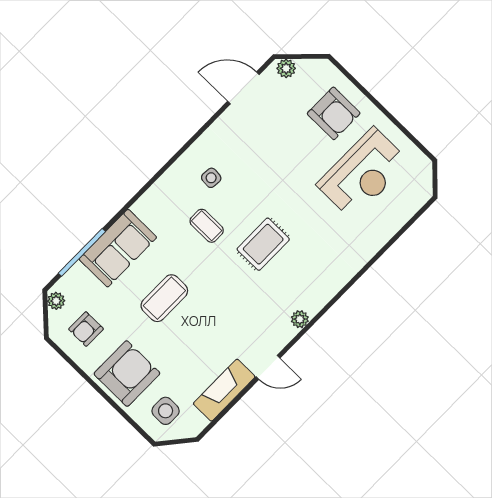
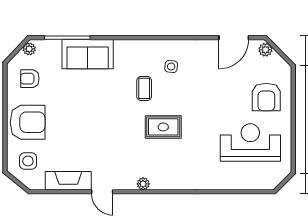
door: (243, 88) -> (234, 38), swing flipped
reception desk: (363, 173) -> (250, 142), turned 180
coffee table: (164, 298) -> (85, 103), removed

